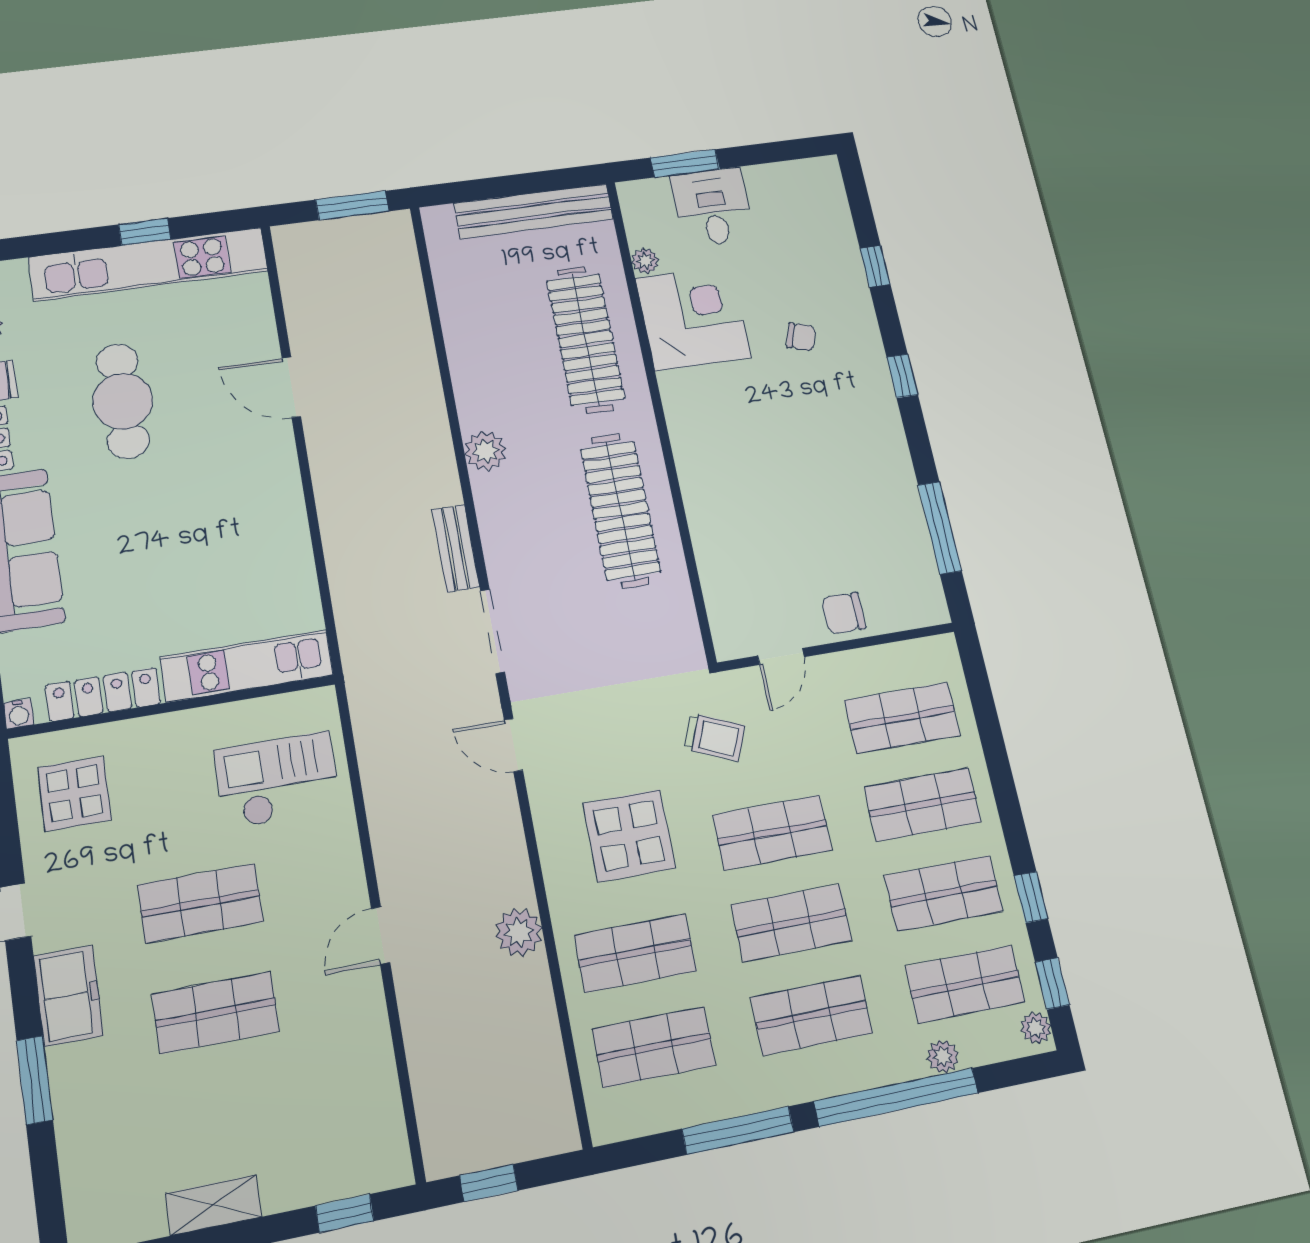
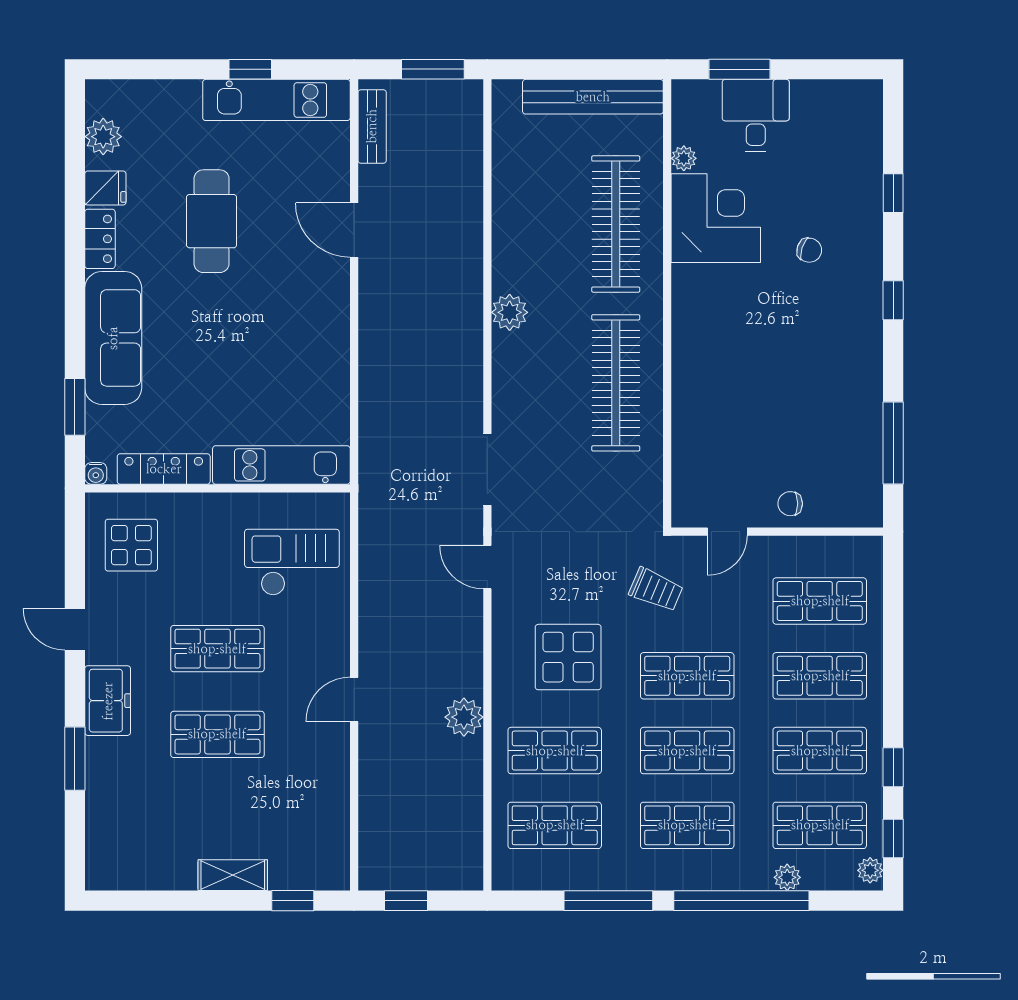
kitchen unit: (149, 264) -> (276, 100), width x0.73
bench: (456, 548) -> (372, 126), moved
chair: (844, 613) -> (790, 504), width x0.73, depth x0.73
shelving: (214, 1205) -> (233, 875), moved

